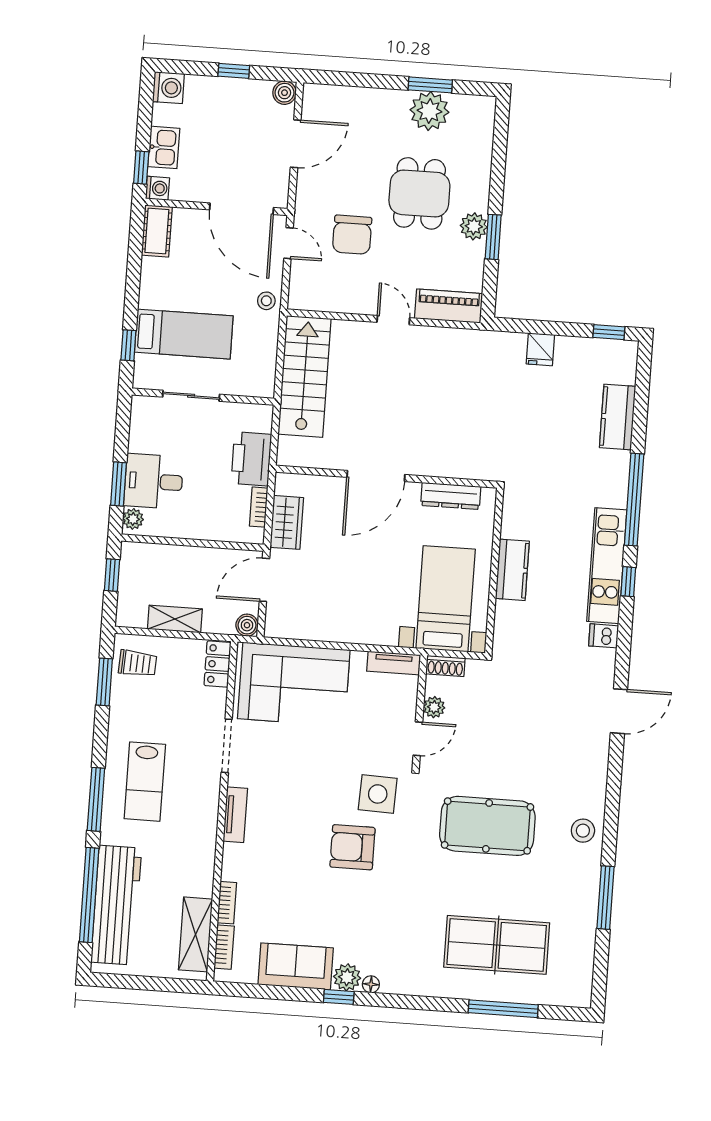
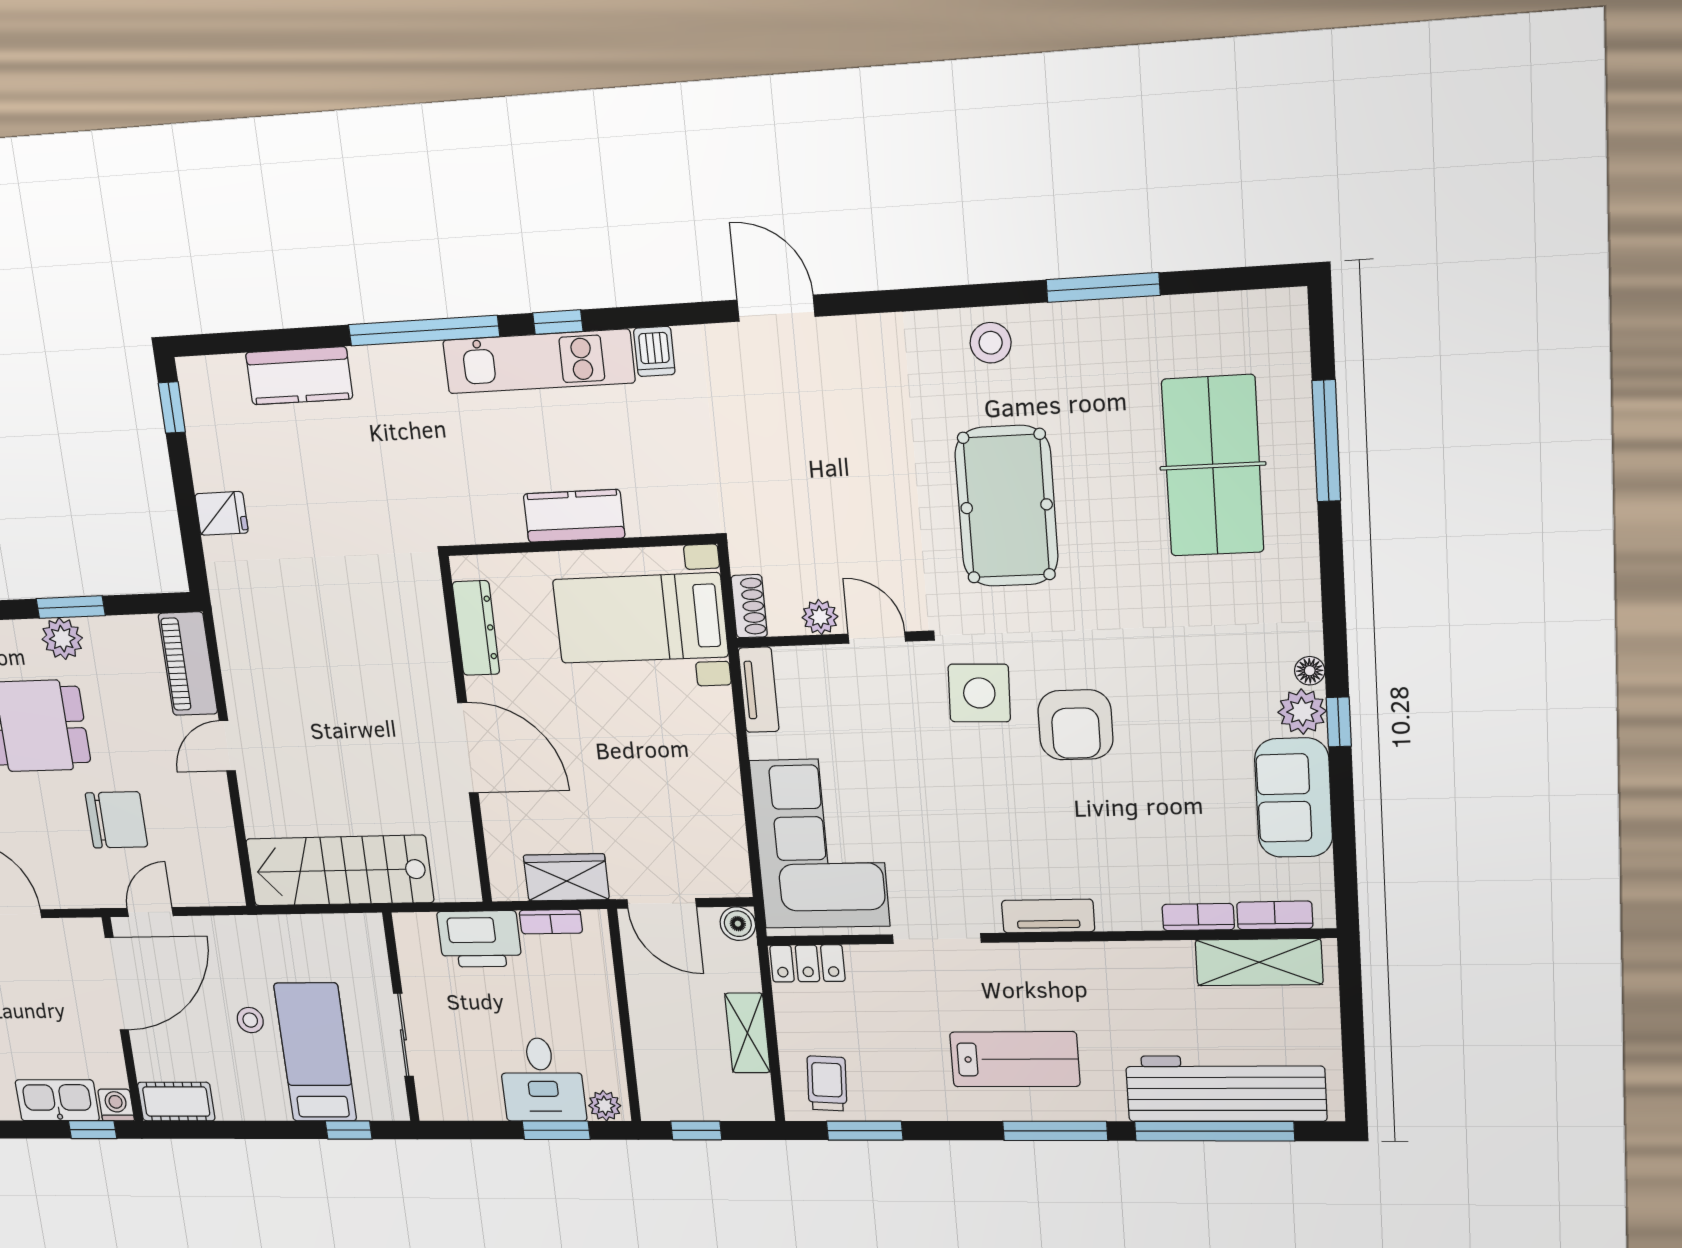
kitchen sink: (164, 147) -> (57, 1100), width x1.38
stool: (266, 301) -> (250, 1020), moved

